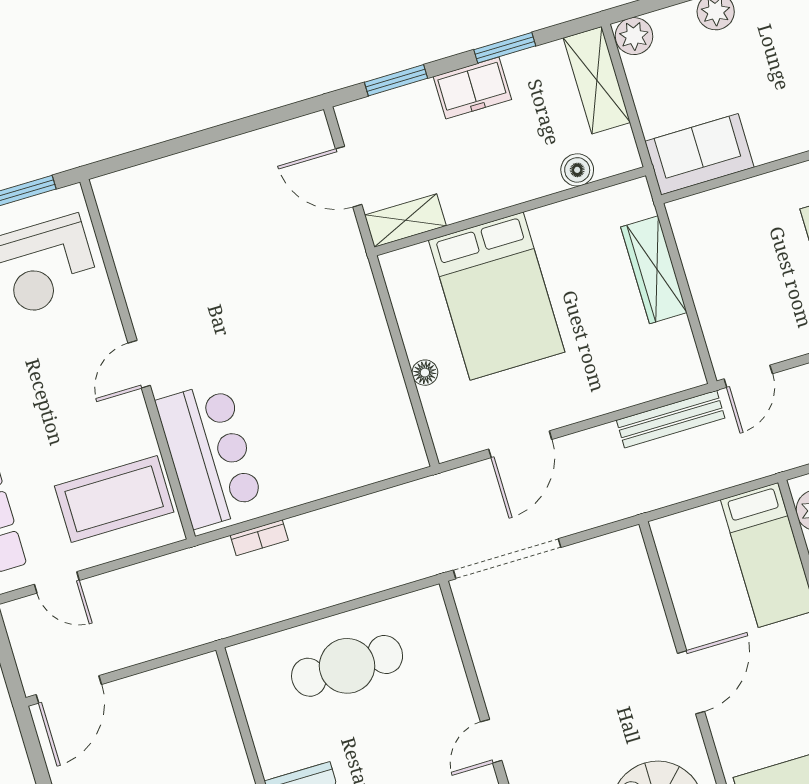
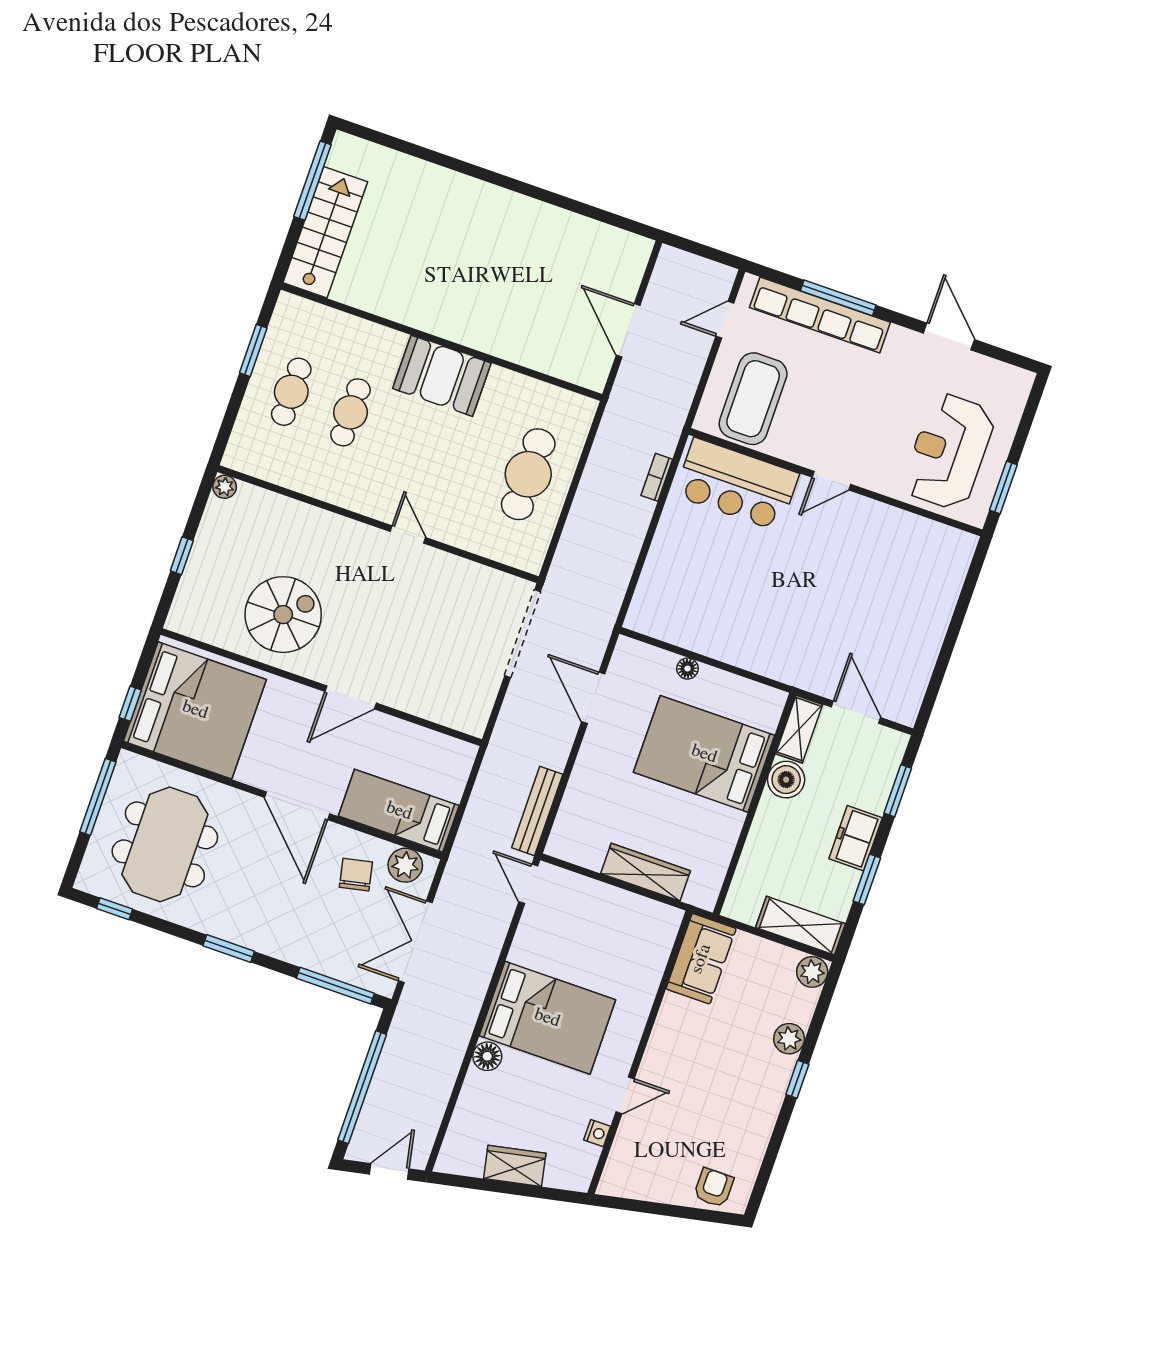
boiler: (577, 170) -> (786, 780), moved, width x1.36, depth x1.36
door: (349, 177) -> (856, 712), hinge flipped
door: (139, 364) -> (831, 481), swing flipped
door: (691, 682) -> (351, 697), hinge flipped
door: (69, 689) -> (628, 330), moved

